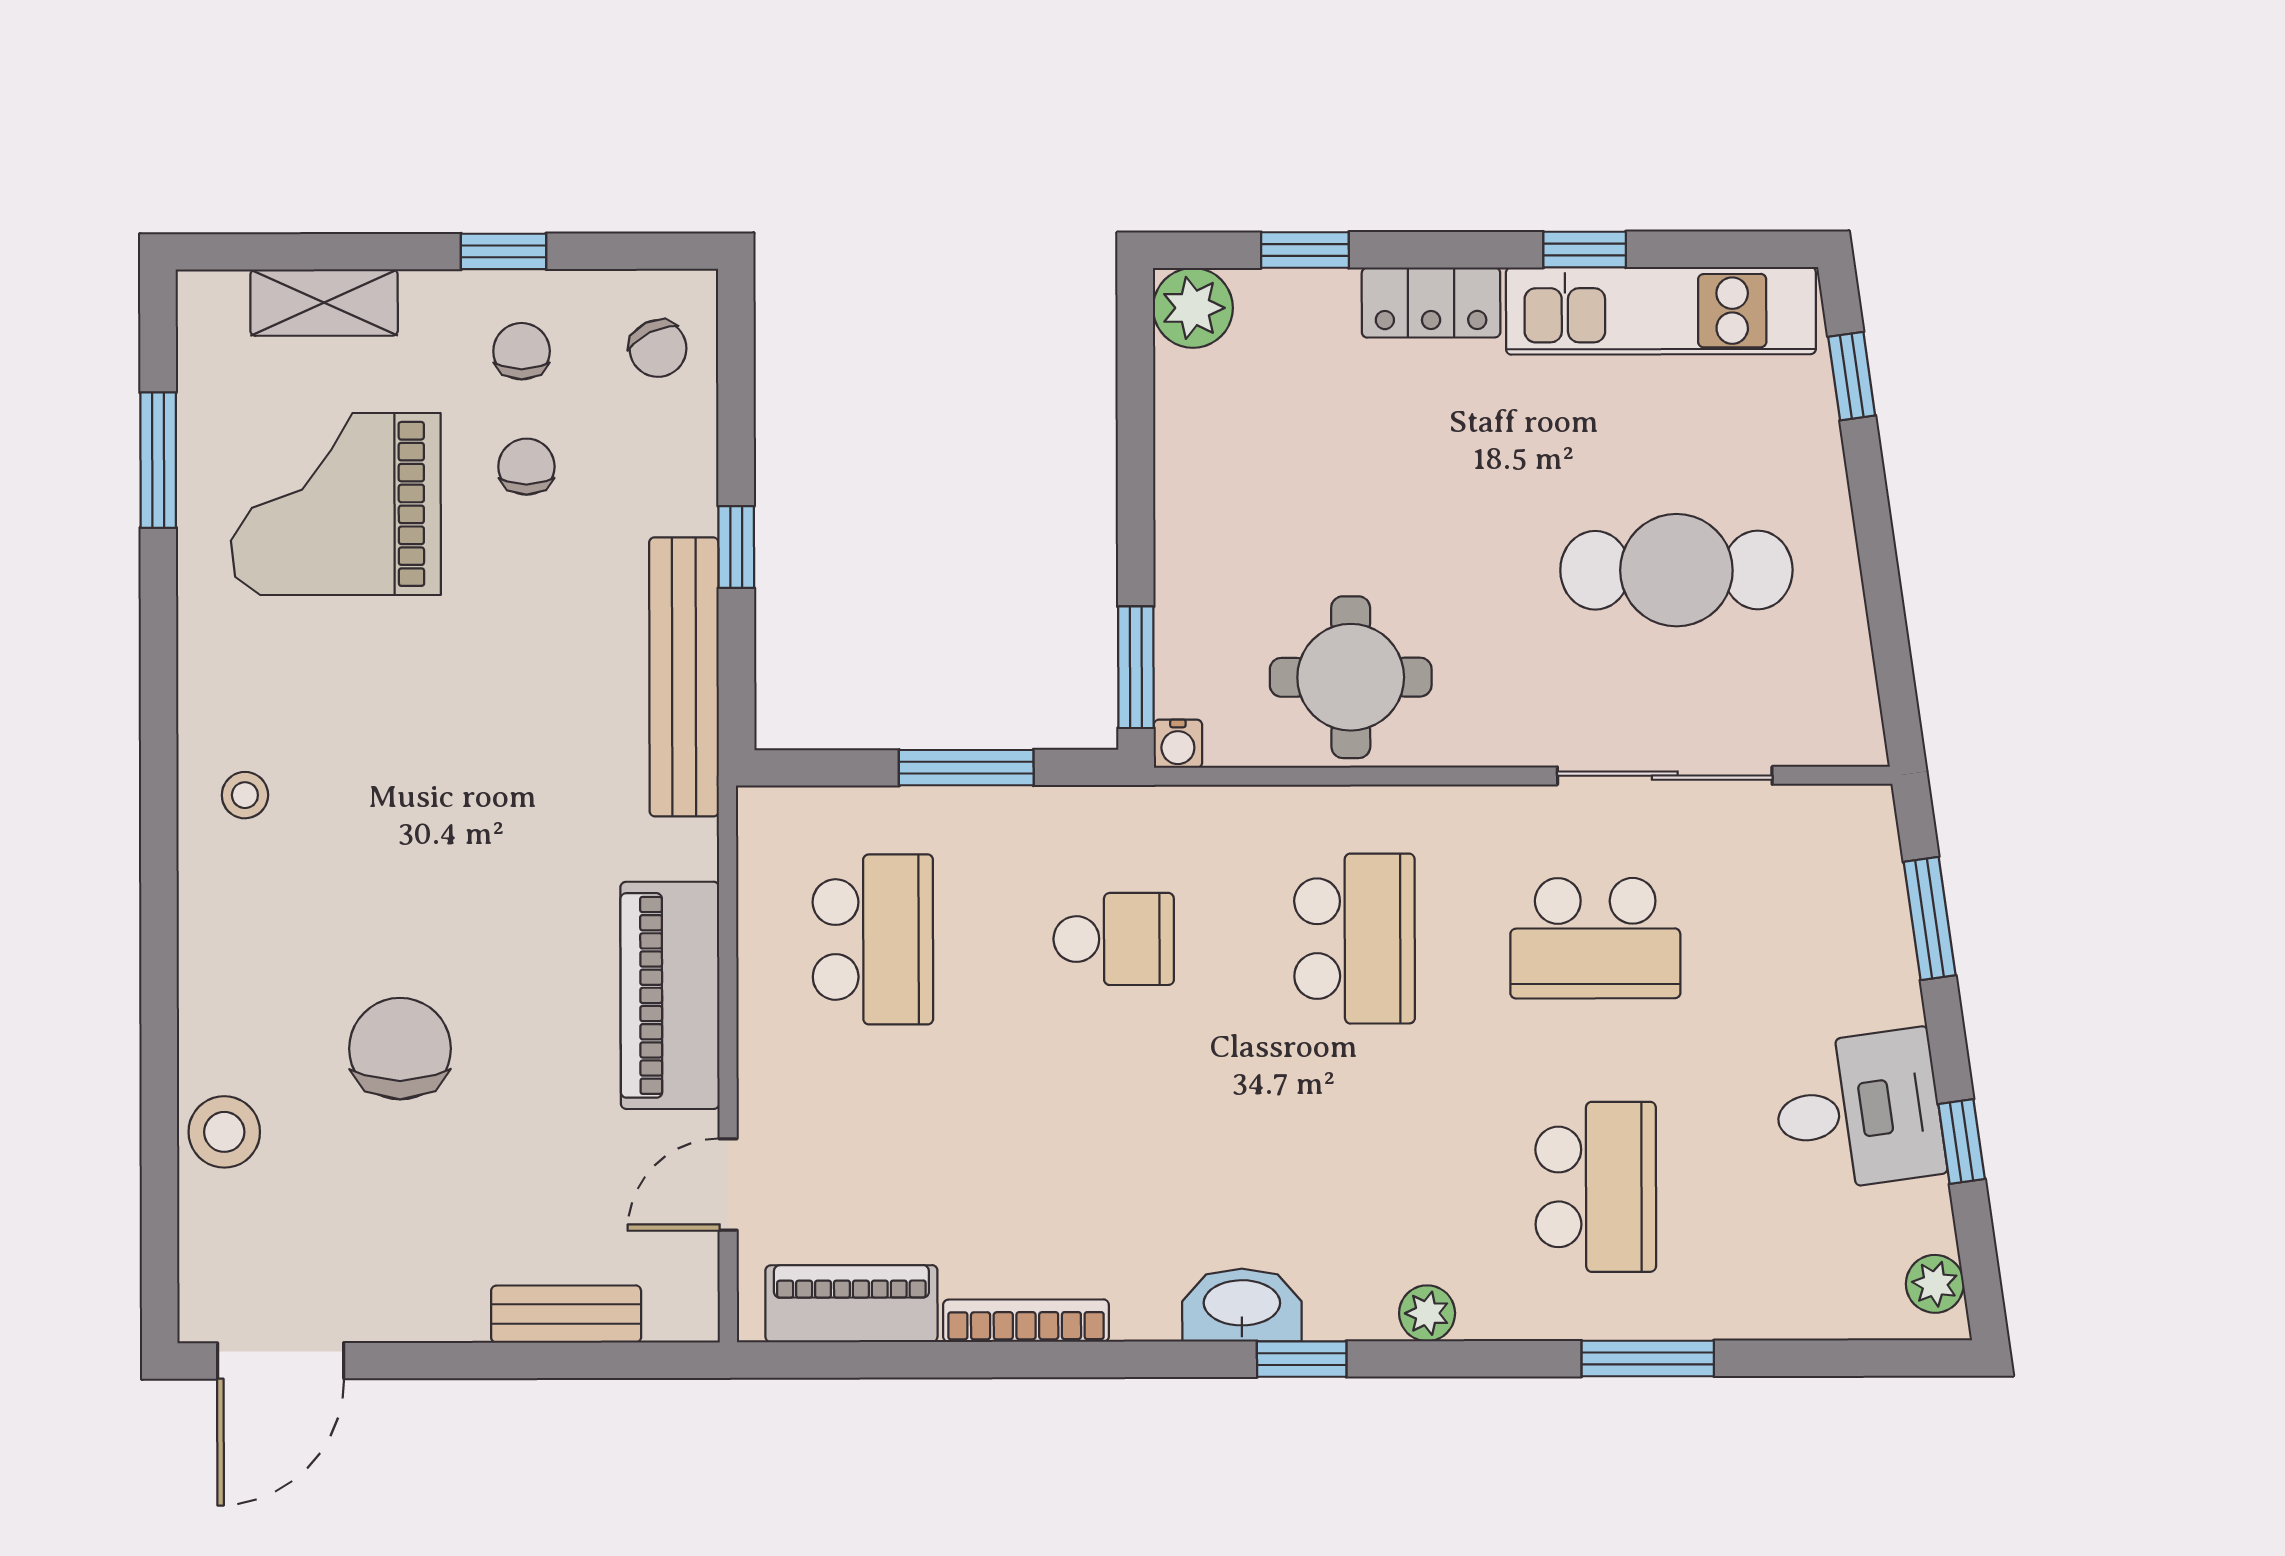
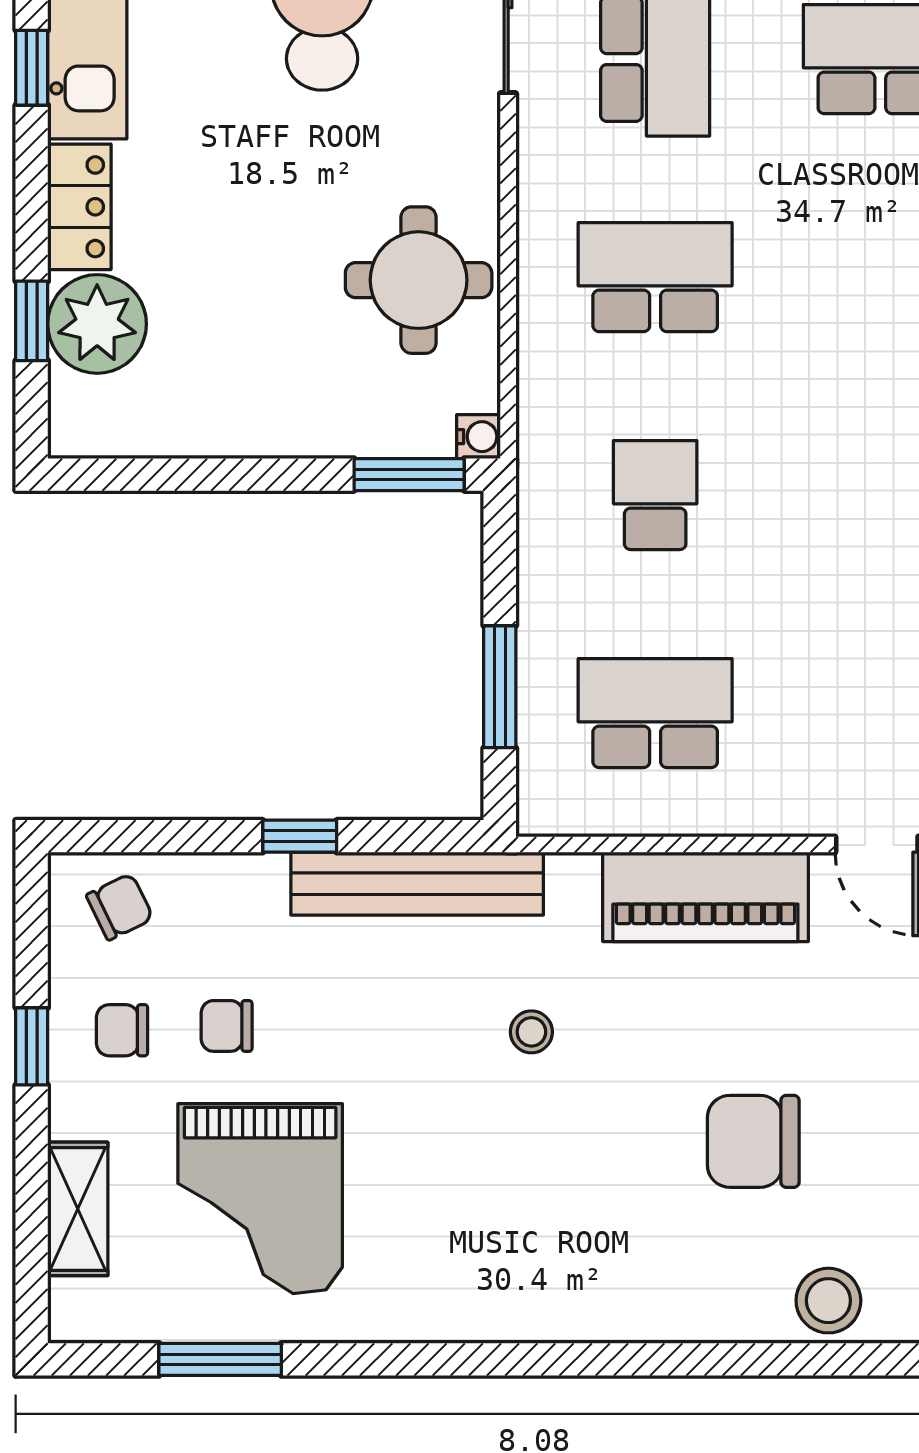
plant: (1193, 308) -> (97, 324), moved, width x1.36, depth x1.36
window: (966, 768) -> (500, 687), moved
stool: (245, 795) -> (531, 1032), moved

